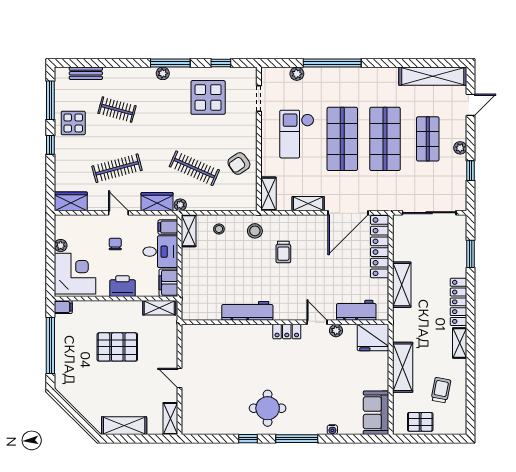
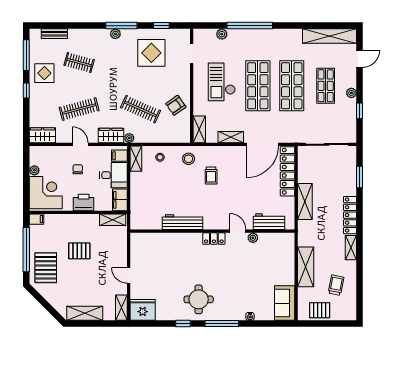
fridge: (373, 337) -> (143, 310), moved, turned 180
pallet: (117, 347) -> (79, 251), width x0.67, depth x0.71
pallet: (75, 368) -> (46, 268), added

